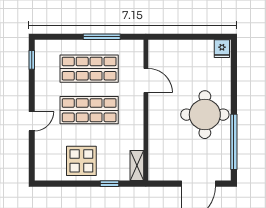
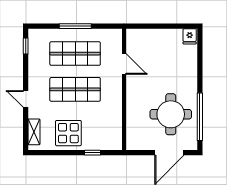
window: (102, 37) -> (75, 26), moved
round table: (205, 115) -> (171, 114), moved
door: (32, 121) -> (26, 99), swing flipped
shelving: (137, 166) -> (34, 132), moved

